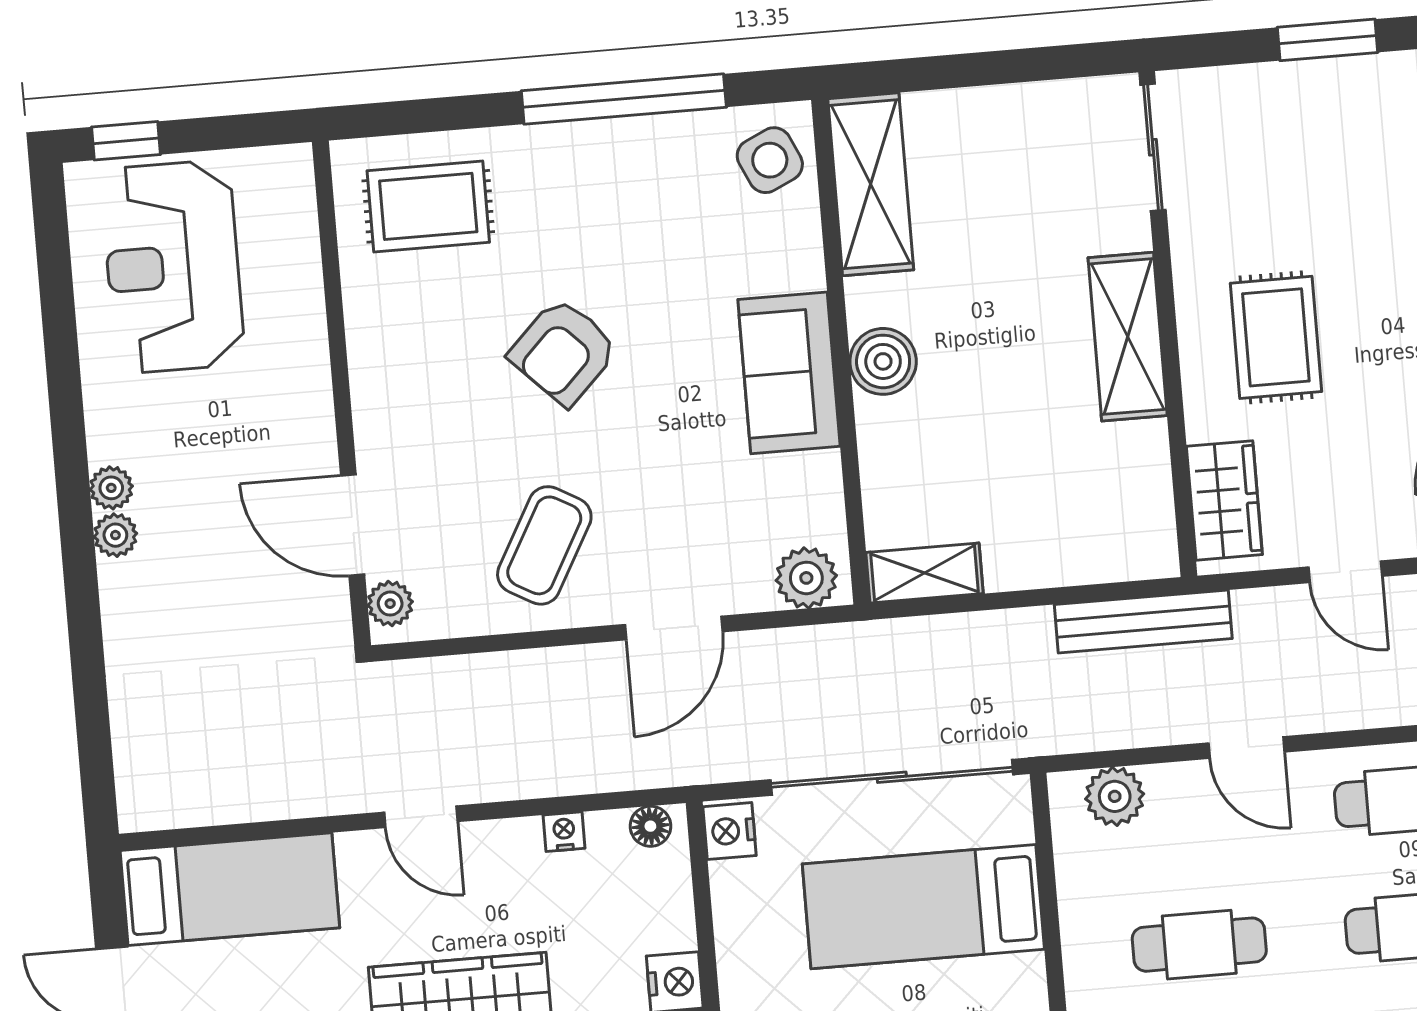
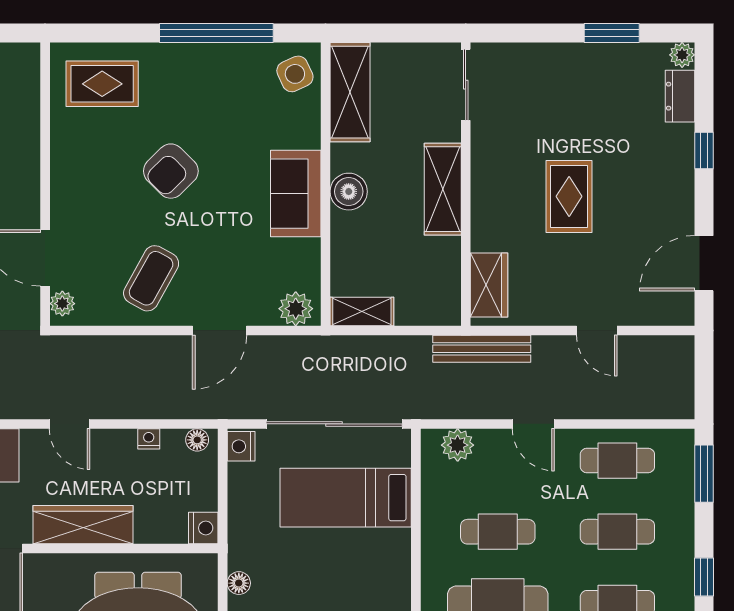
sliding door: (1153, 147) -> (466, 85), moved
wall: (1168, 324) -> (466, 184), moved
shelving: (1128, 337) -> (443, 189), moved
wardrobe: (1224, 500) -> (489, 285), moved

